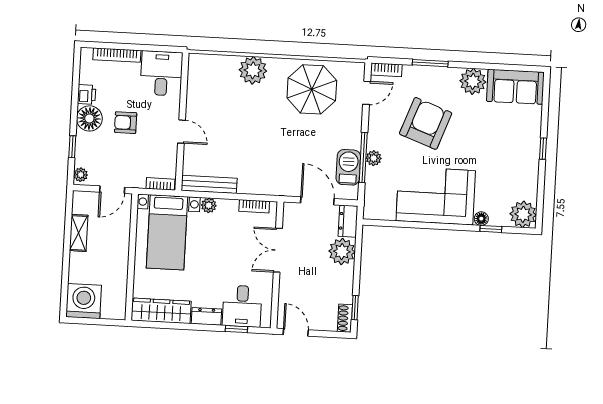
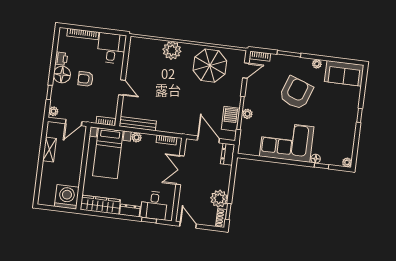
plant: (473, 81) -> (317, 64), width x0.53, depth x0.53
armchair: (426, 123) -> (296, 93), moved
plant: (523, 214) -> (347, 162), width x0.53, depth x0.53
plant: (342, 252) -> (219, 199), moved
washing machine: (84, 301) -> (67, 197), moved

